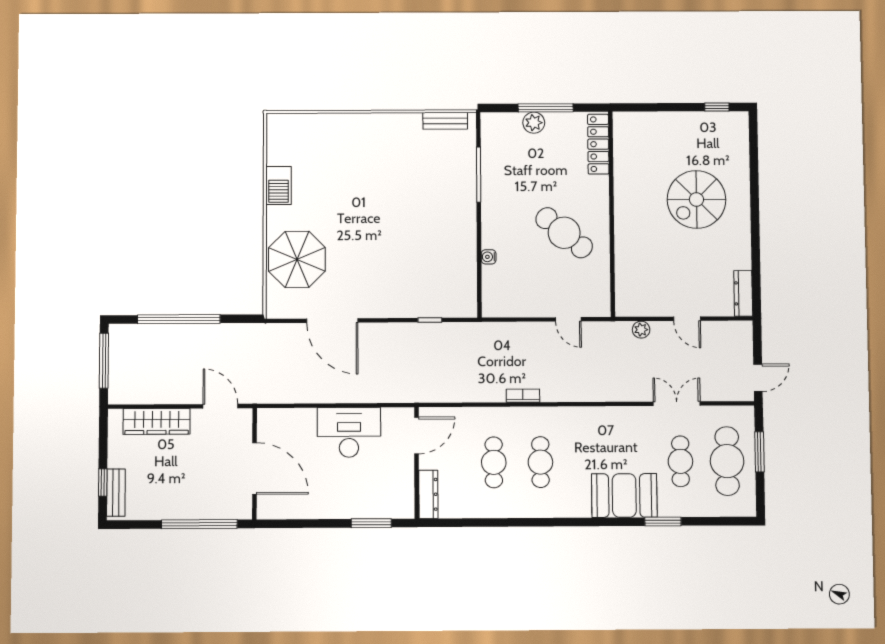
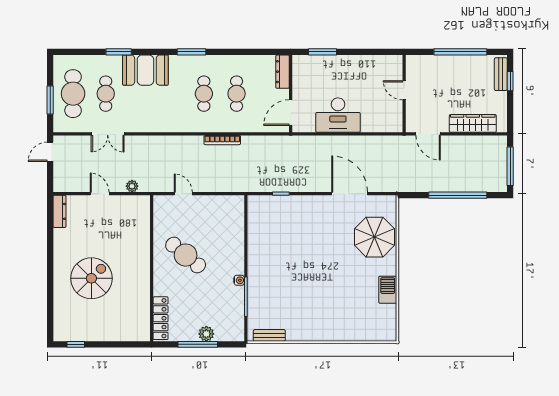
water cooler: (489, 257) -> (239, 280), moved
bookcase: (523, 396) -> (222, 140), width x1.56
door: (255, 468) -> (404, 90), width x0.53
window: (559, 522) -> (191, 52), added
window: (199, 524) -> (460, 52), moved

